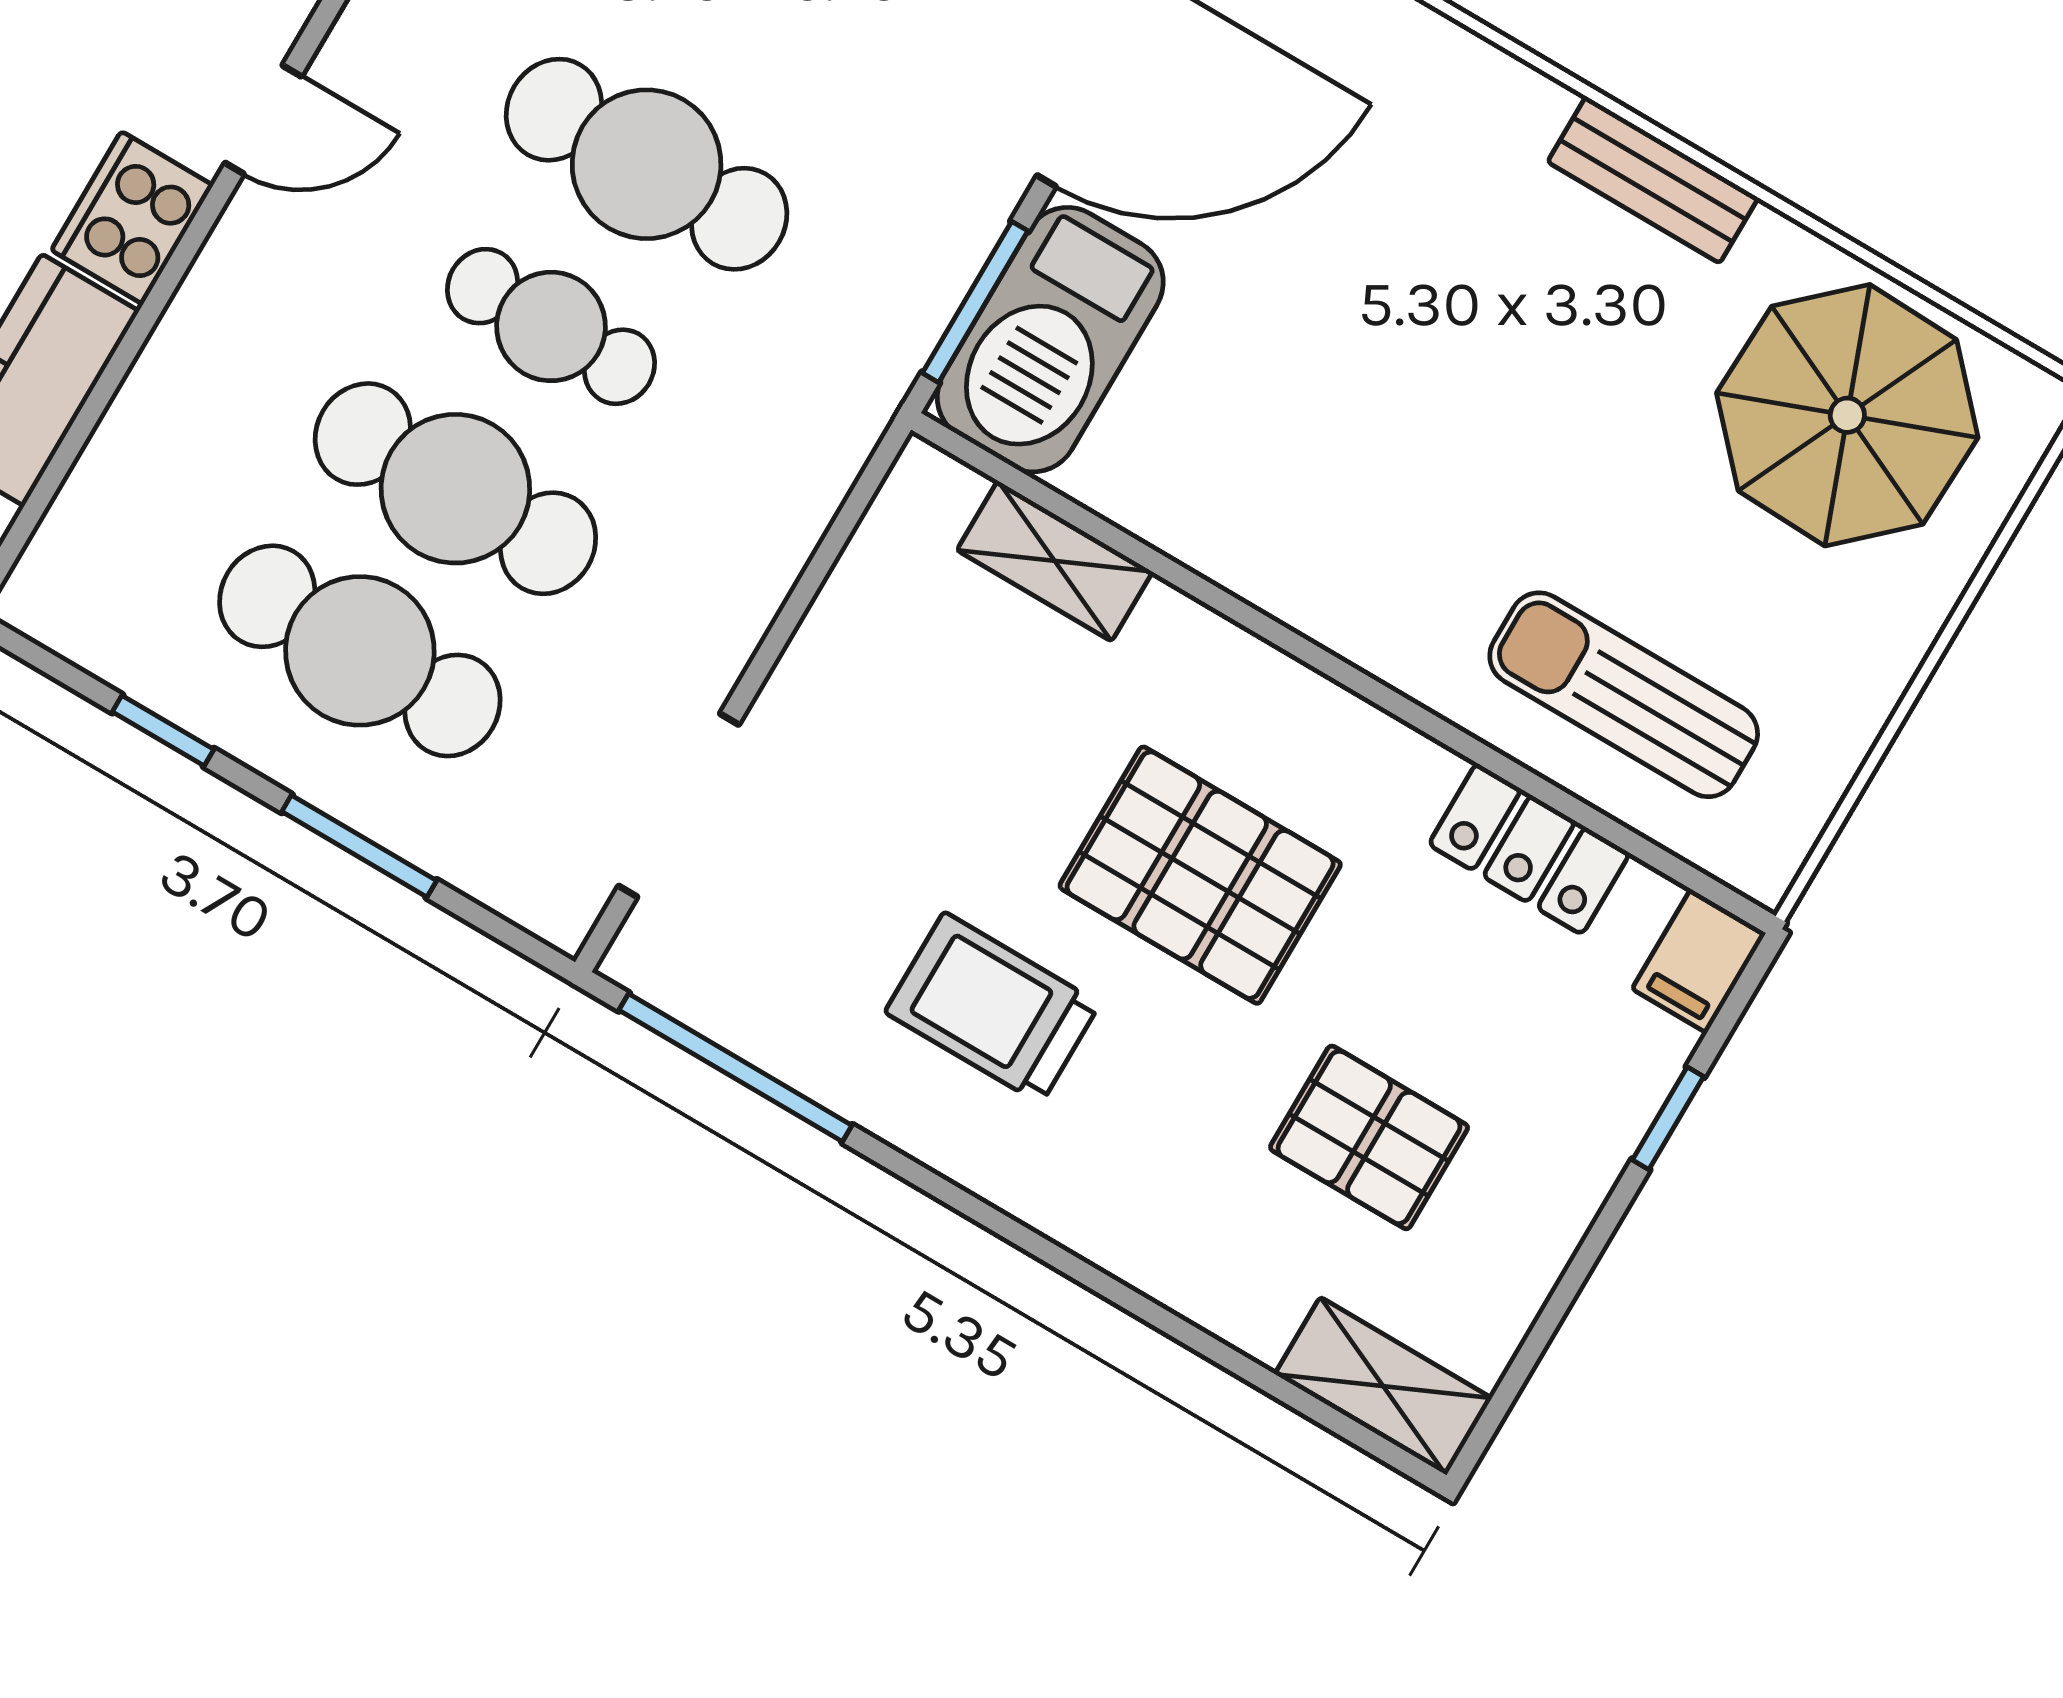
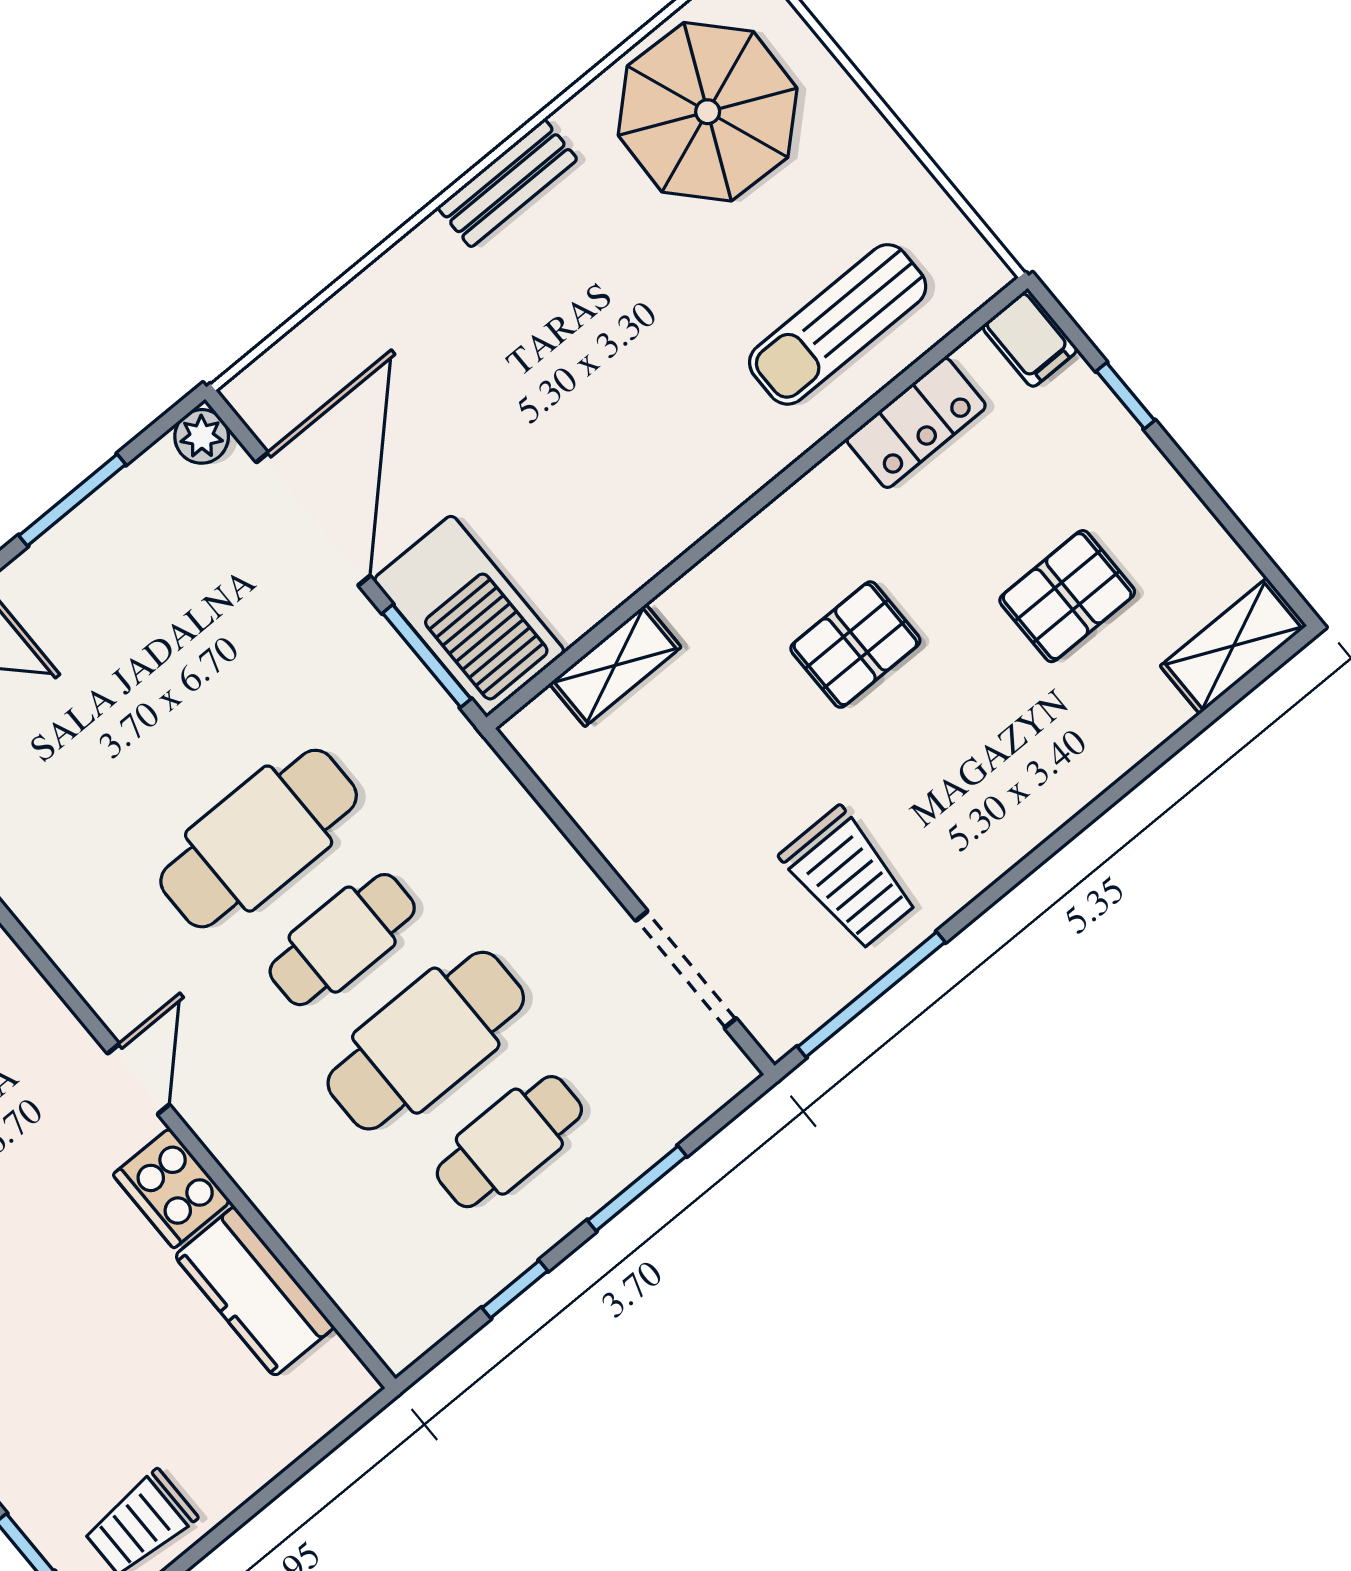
cafe table: (360, 651) -> (509, 1142), width x0.73, depth x0.74
pallet: (1200, 875) -> (855, 645), width x0.67, depth x0.71
trolley: (992, 1008) -> (849, 878), moved, turned -90

